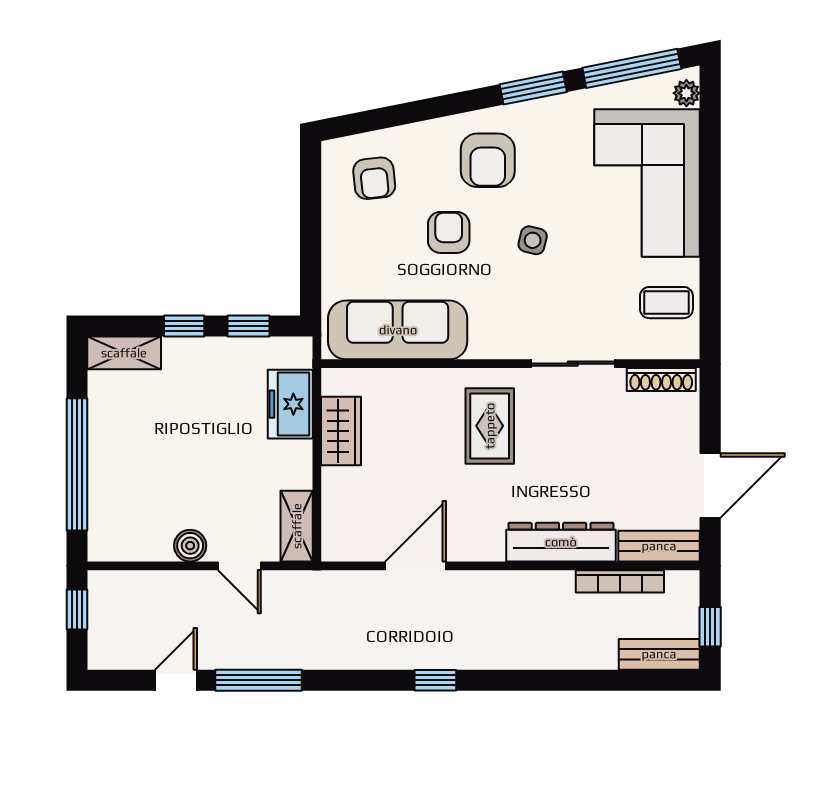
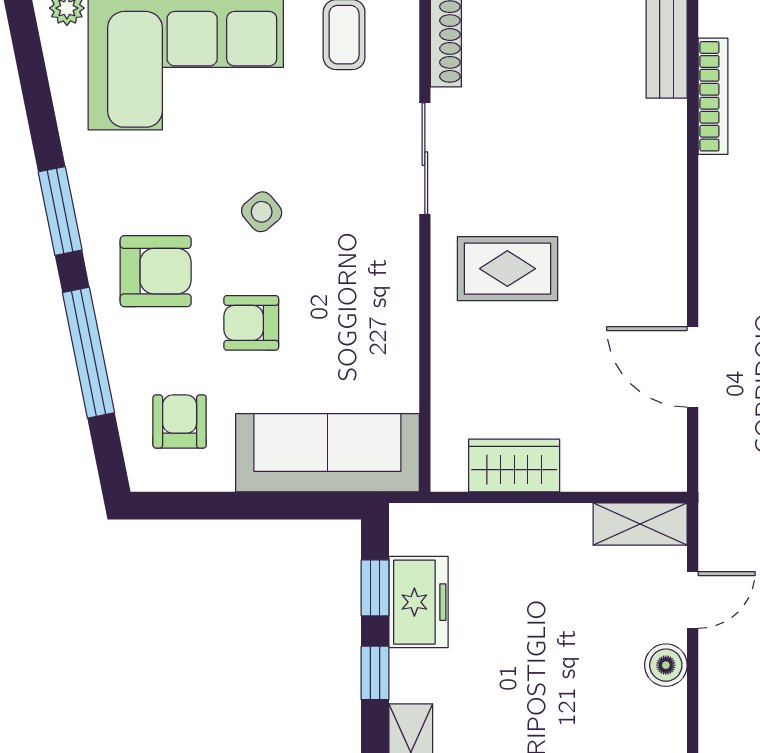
window: (632, 68) -> (88, 353), moved
armchair: (374, 178) -> (180, 422), turned -84
side table: (533, 240) -> (262, 212), turned 36
sofa: (398, 330) -> (327, 453), moved, turned 90
freezer: (290, 404) -> (419, 602), moved, turned -90
dresser: (561, 542) -> (661, 174), removed

